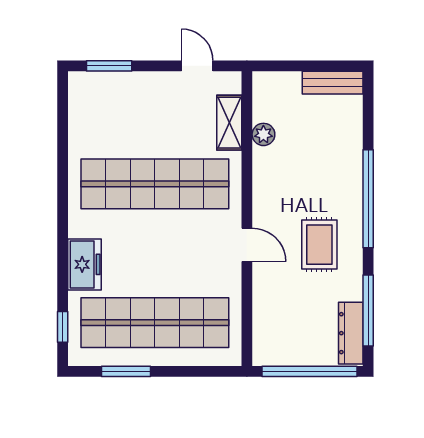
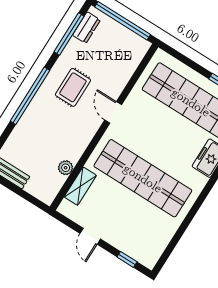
window: (109, 66) -> (127, 259), width x0.67
door: (197, 66) -> (90, 236), moved
dresser: (351, 333) -> (86, 28), width x0.70

